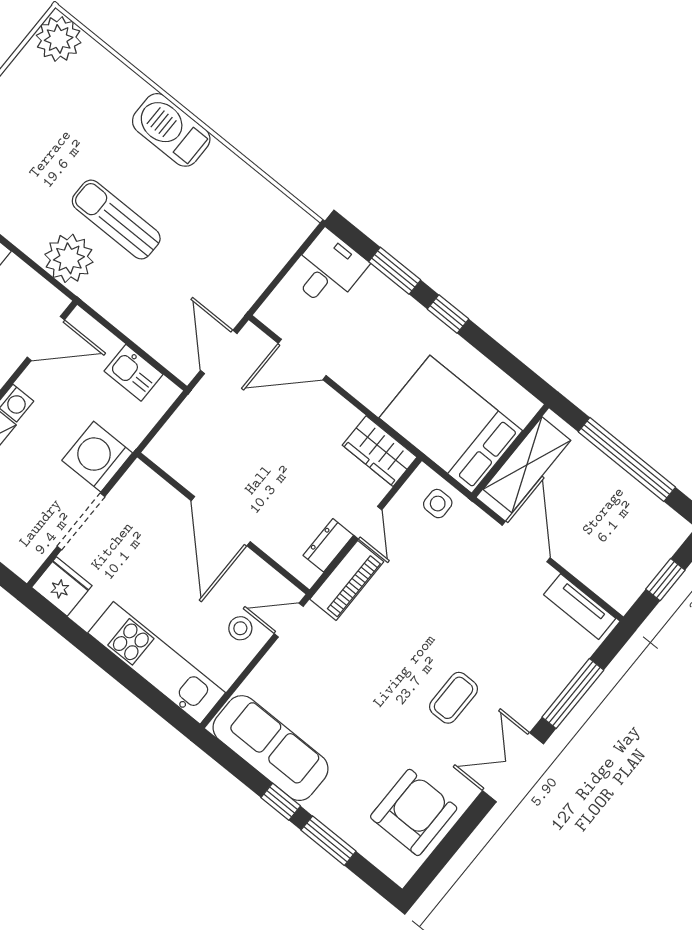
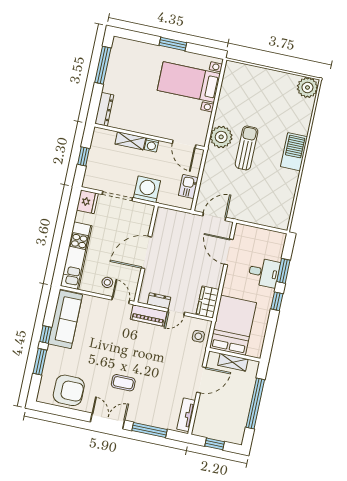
desk: (328, 269) -> (264, 273), moved
shelving: (527, 465) -> (233, 362), width x0.67, depth x0.75

